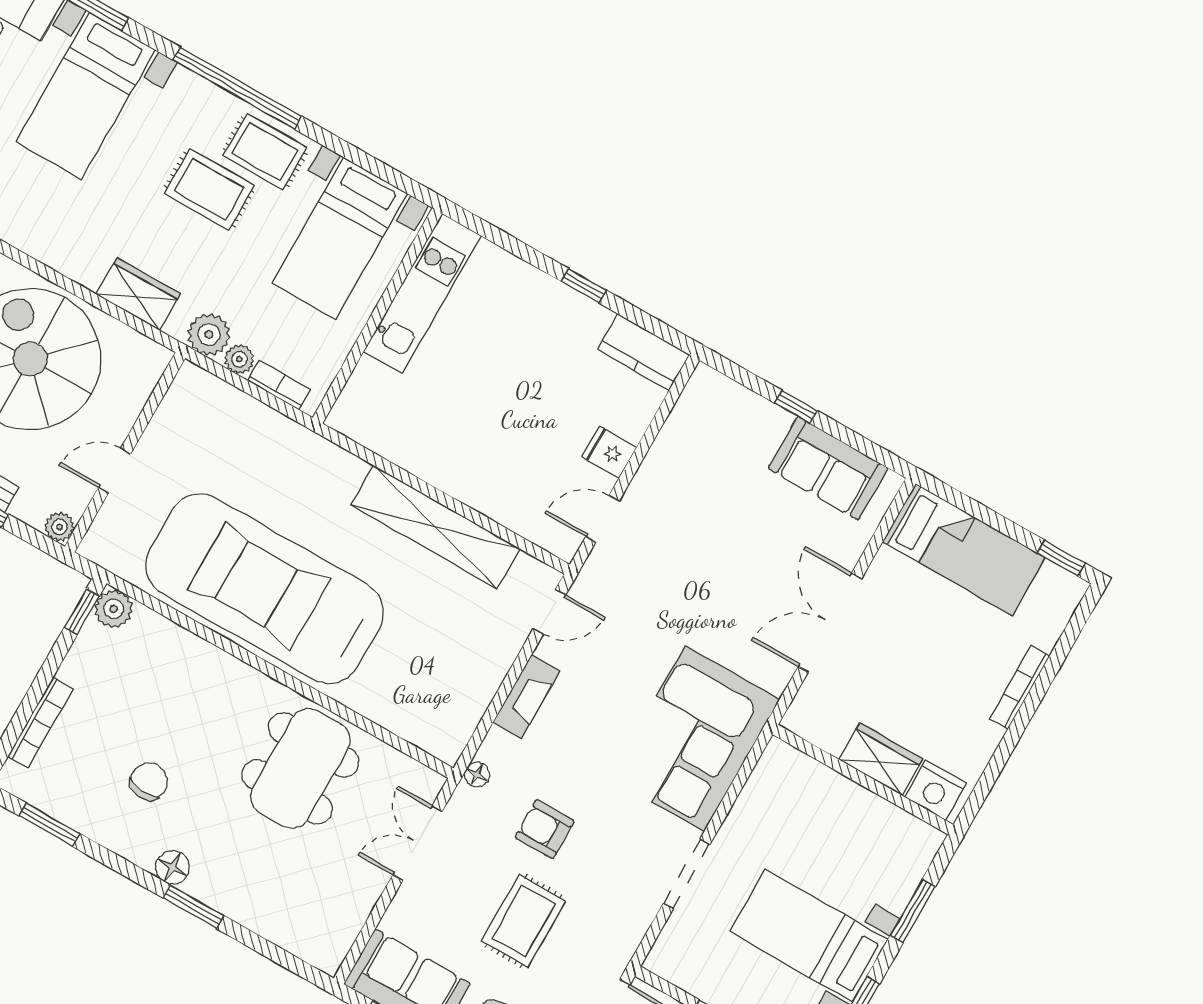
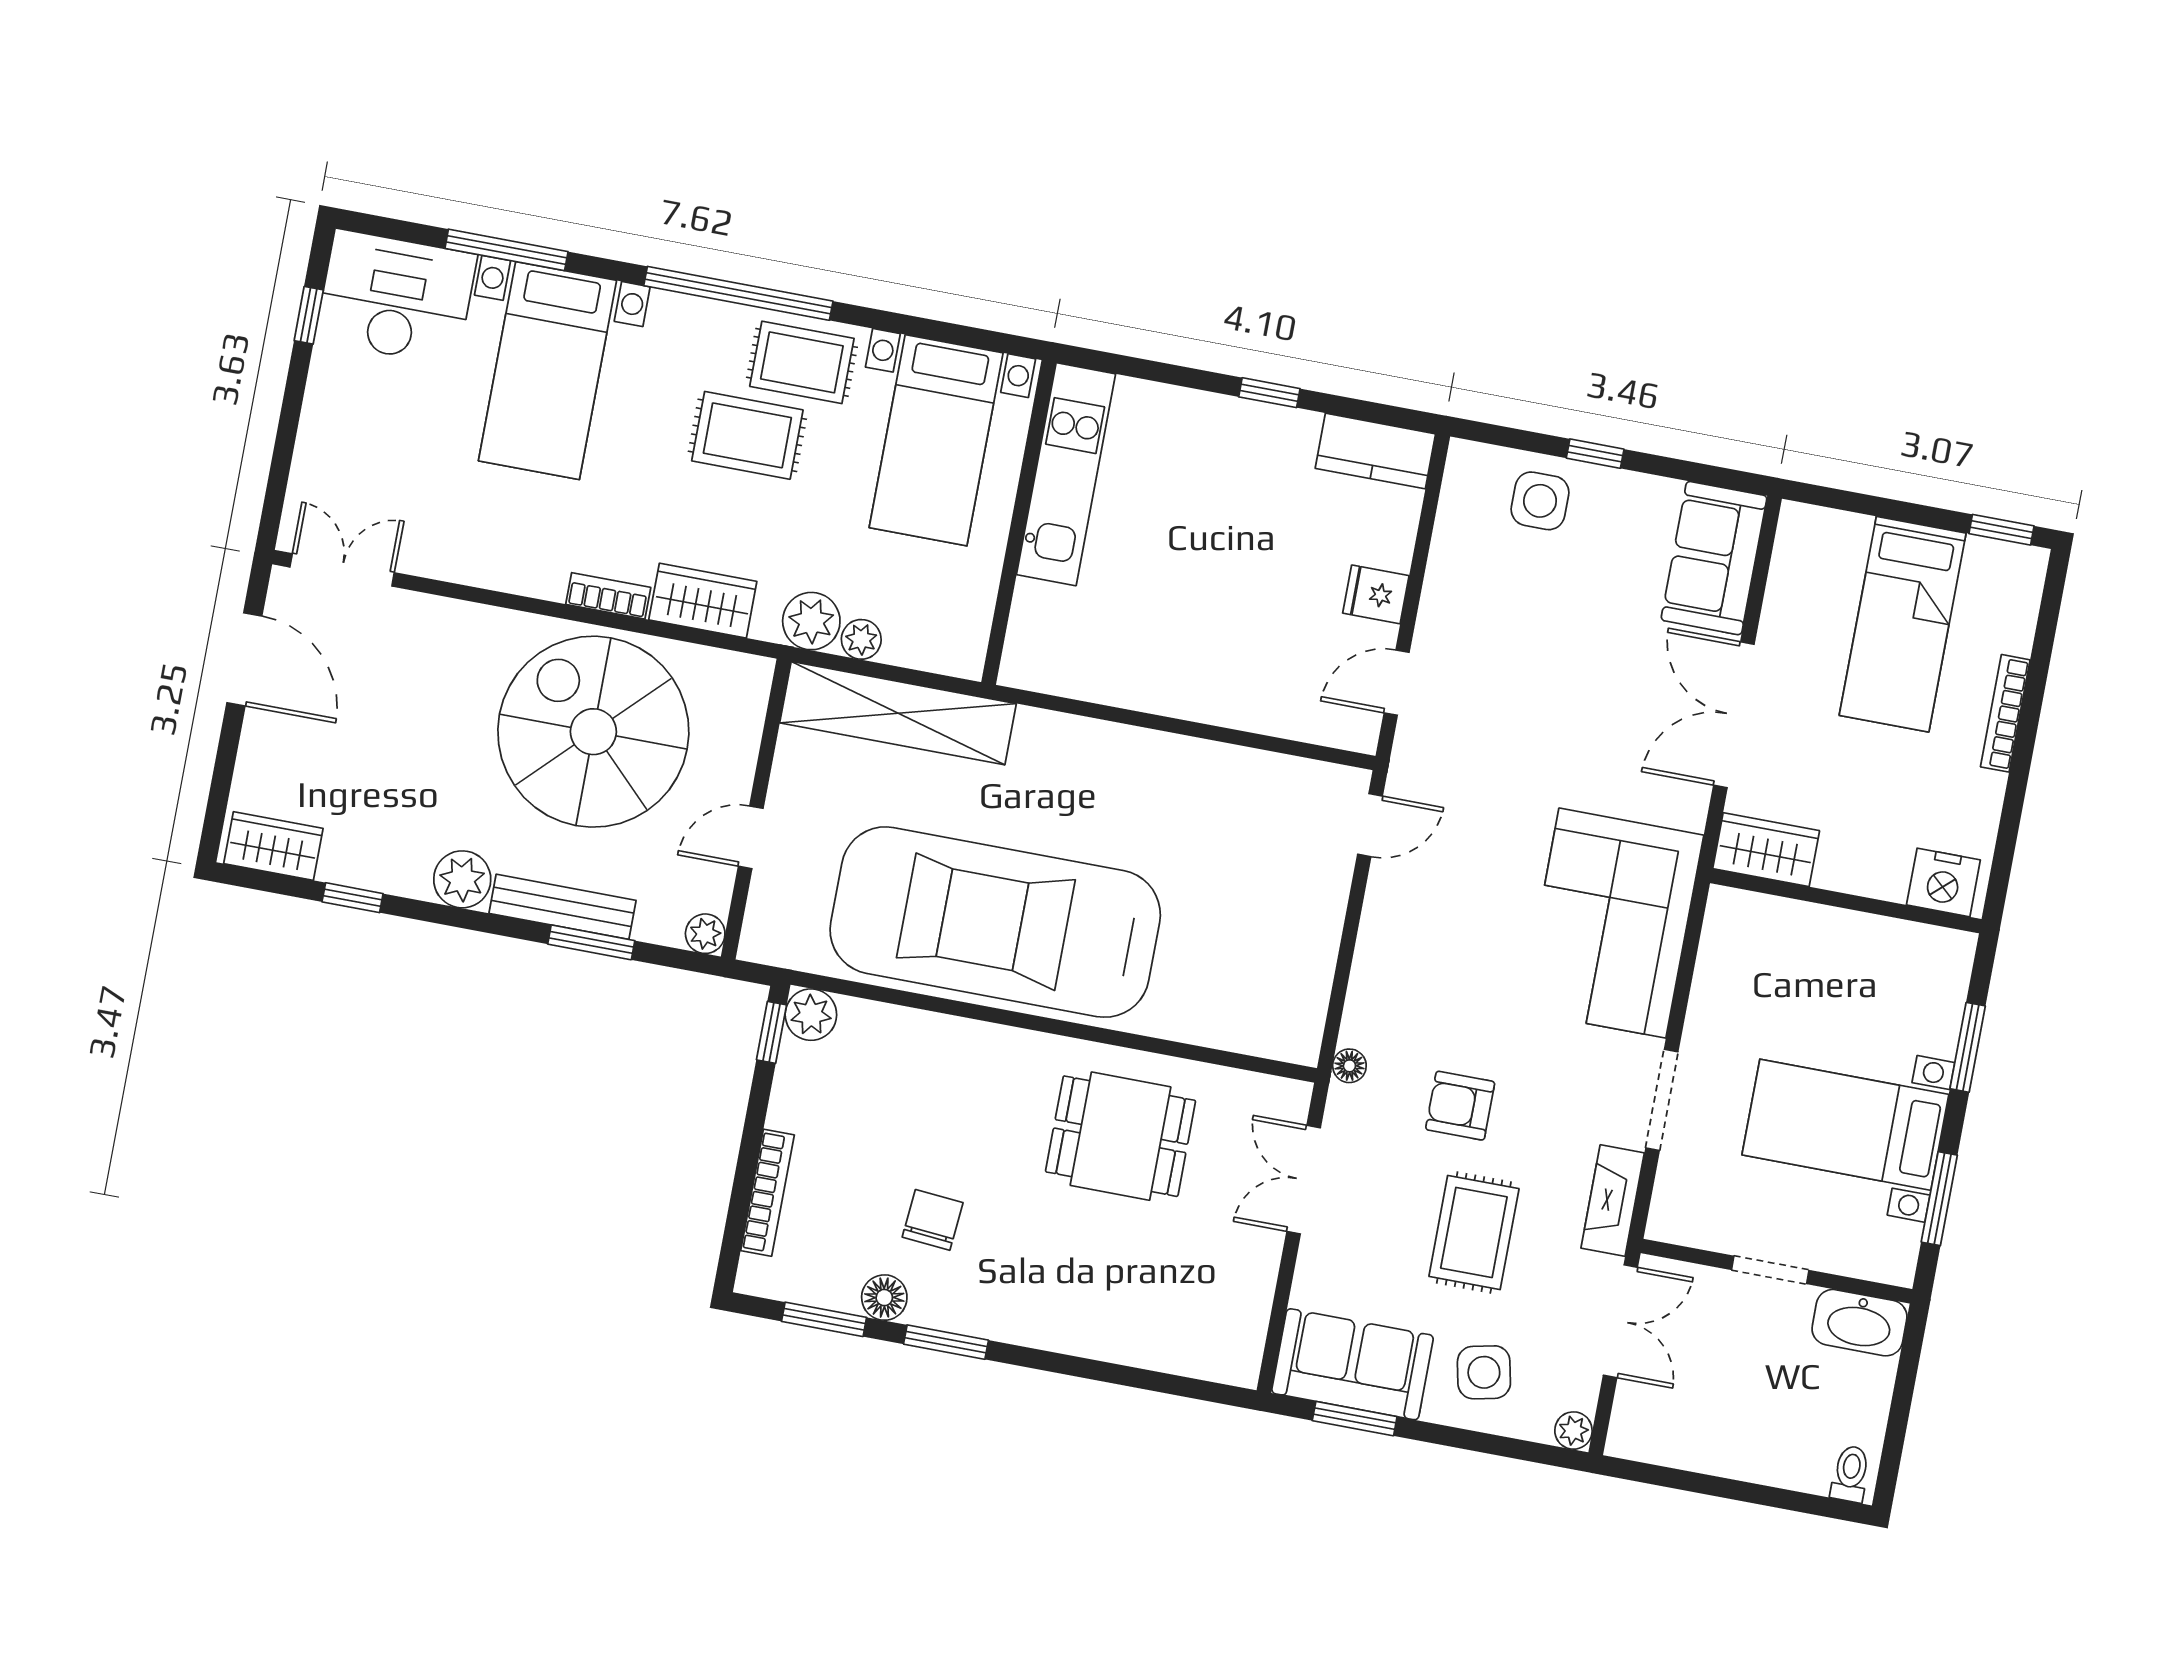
bookcase: (279, 385) -> (608, 596), moved
side table: (746, 427) -> (1540, 501), added
sofa: (828, 468) -> (1714, 558), moved, turned 90
shelving: (435, 527) -> (898, 713), moved
bed: (964, 550) -> (1903, 624), moved, turned 90
fireplace: (526, 696) -> (1613, 1201), moved, turned 180
wardrobe: (881, 759) -> (1766, 850), moved
dining table: (300, 768) -> (1121, 1136), width x0.73
floor lamp: (173, 867) -> (884, 1298), moved
window: (193, 907) -> (946, 1342), moved

